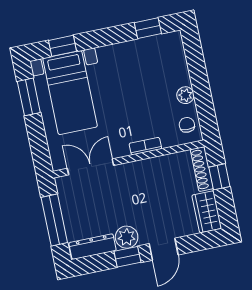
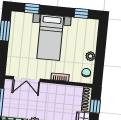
bed with nightstands: (70, 93) -> (50, 37), moved
double door: (90, 167) -> (27, 79), swing flipped

